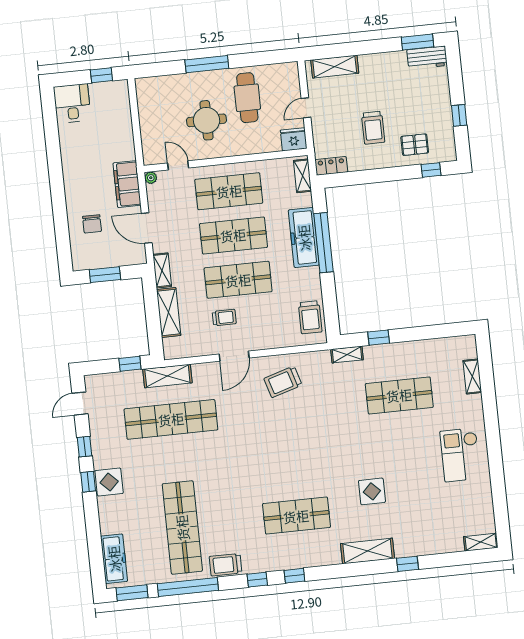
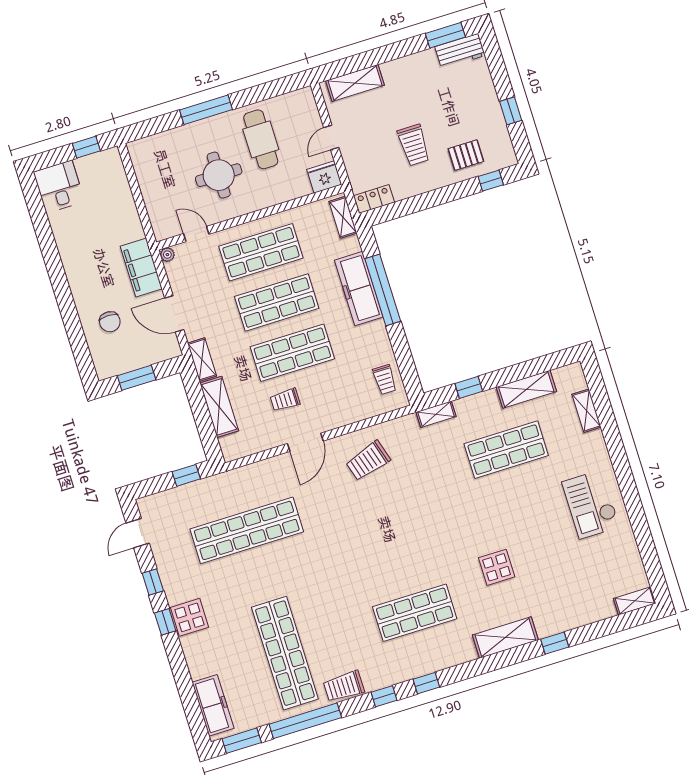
trolley: (310, 317) -> (385, 380), width x0.73, depth x0.72
trolley: (224, 318) -> (285, 400), turned 180
shelving: (167, 376) -> (526, 389), moved

